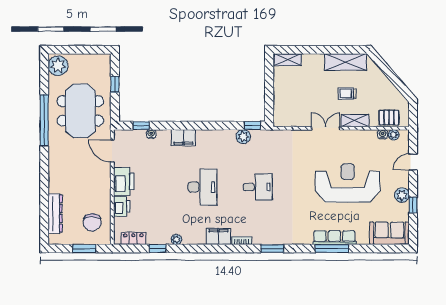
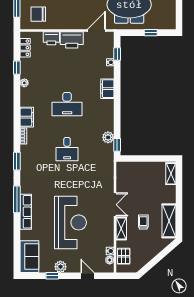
window: (332, 249) -> (17, 199), moved

